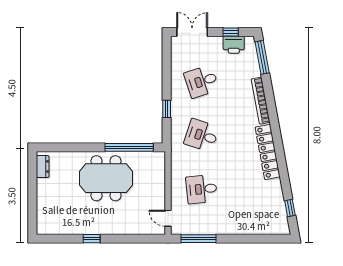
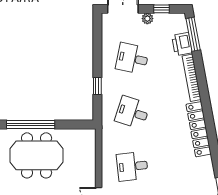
plant: (217, 42) -> (147, 19), added
printer: (234, 45) -> (182, 44), moved, turned 80
desk: (202, 81) -> (132, 58), turned 30
window: (129, 147) -> (31, 124), moved

